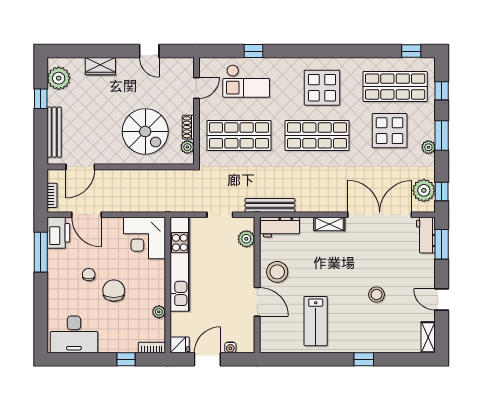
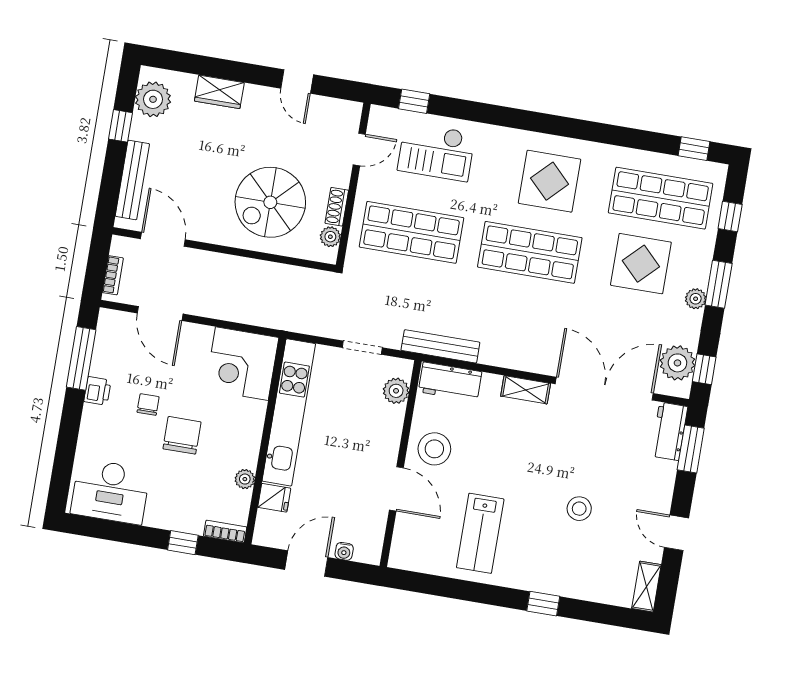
window: (253, 51) -> (414, 101), moved
spiral stairs: (145, 131) -> (270, 202), turned 90
door: (80, 167) -> (163, 239), swing flipped
printer: (58, 233) -> (97, 391), moved, width x0.53, depth x0.68
fridge: (180, 345) -> (274, 498), moved

